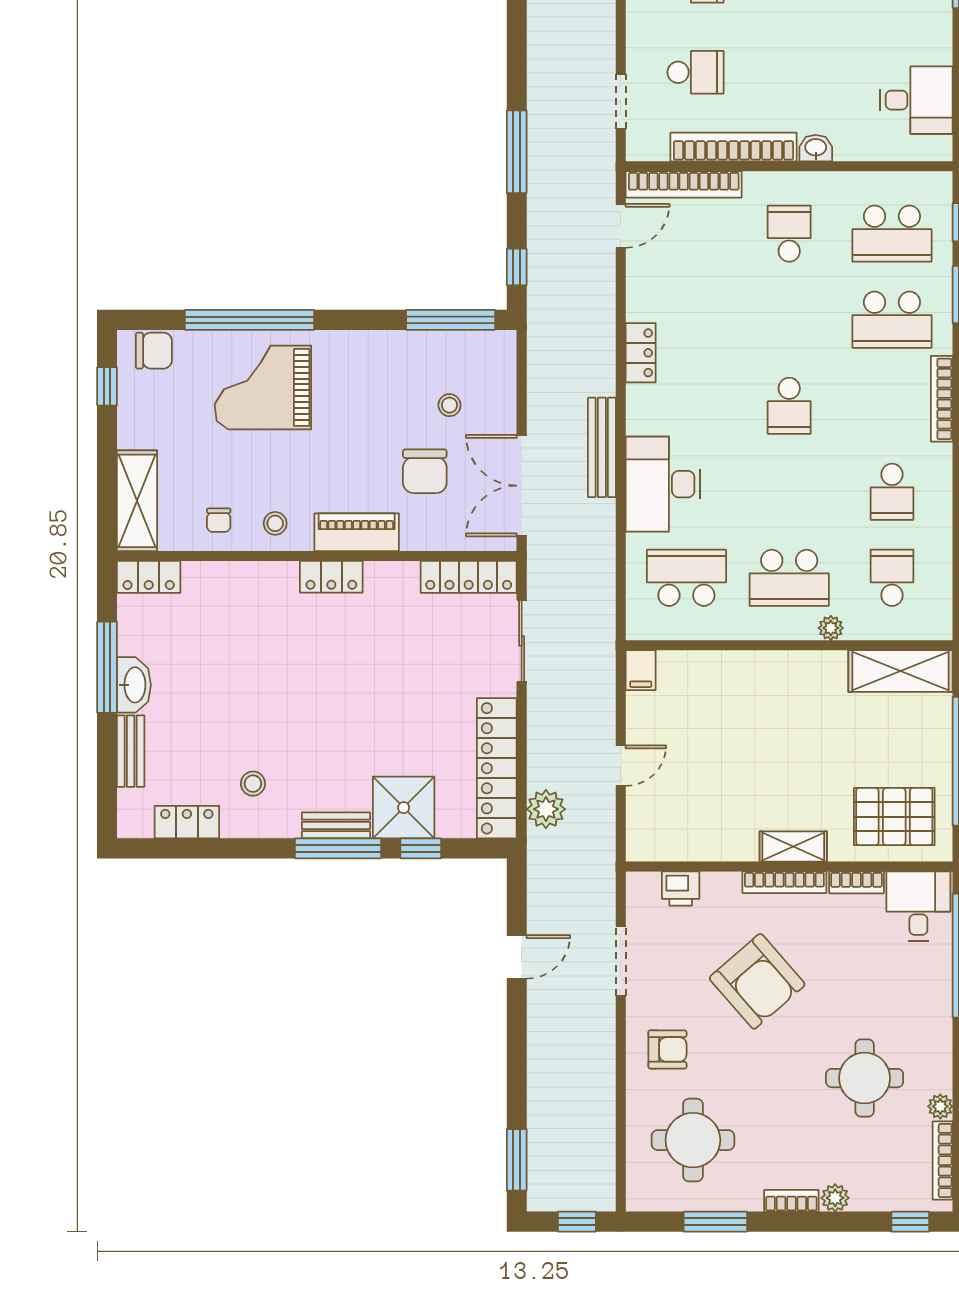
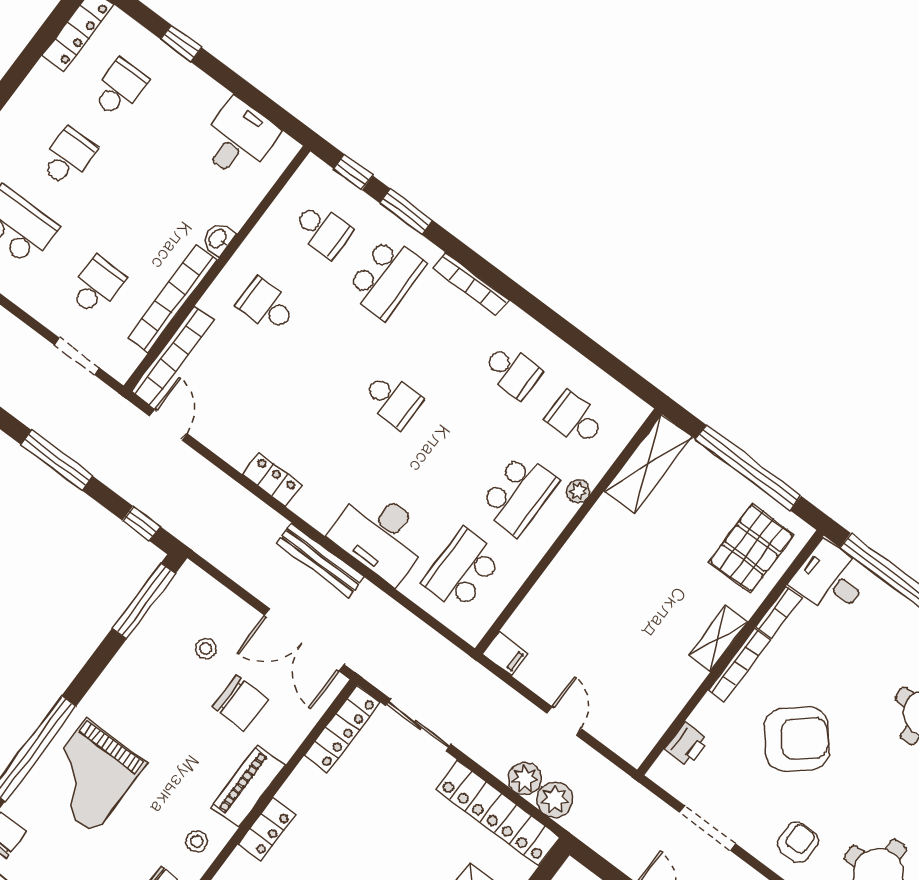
school desk: (892, 234) -> (323, 230), width x0.54
plant: (544, 769) -> (525, 779), added

